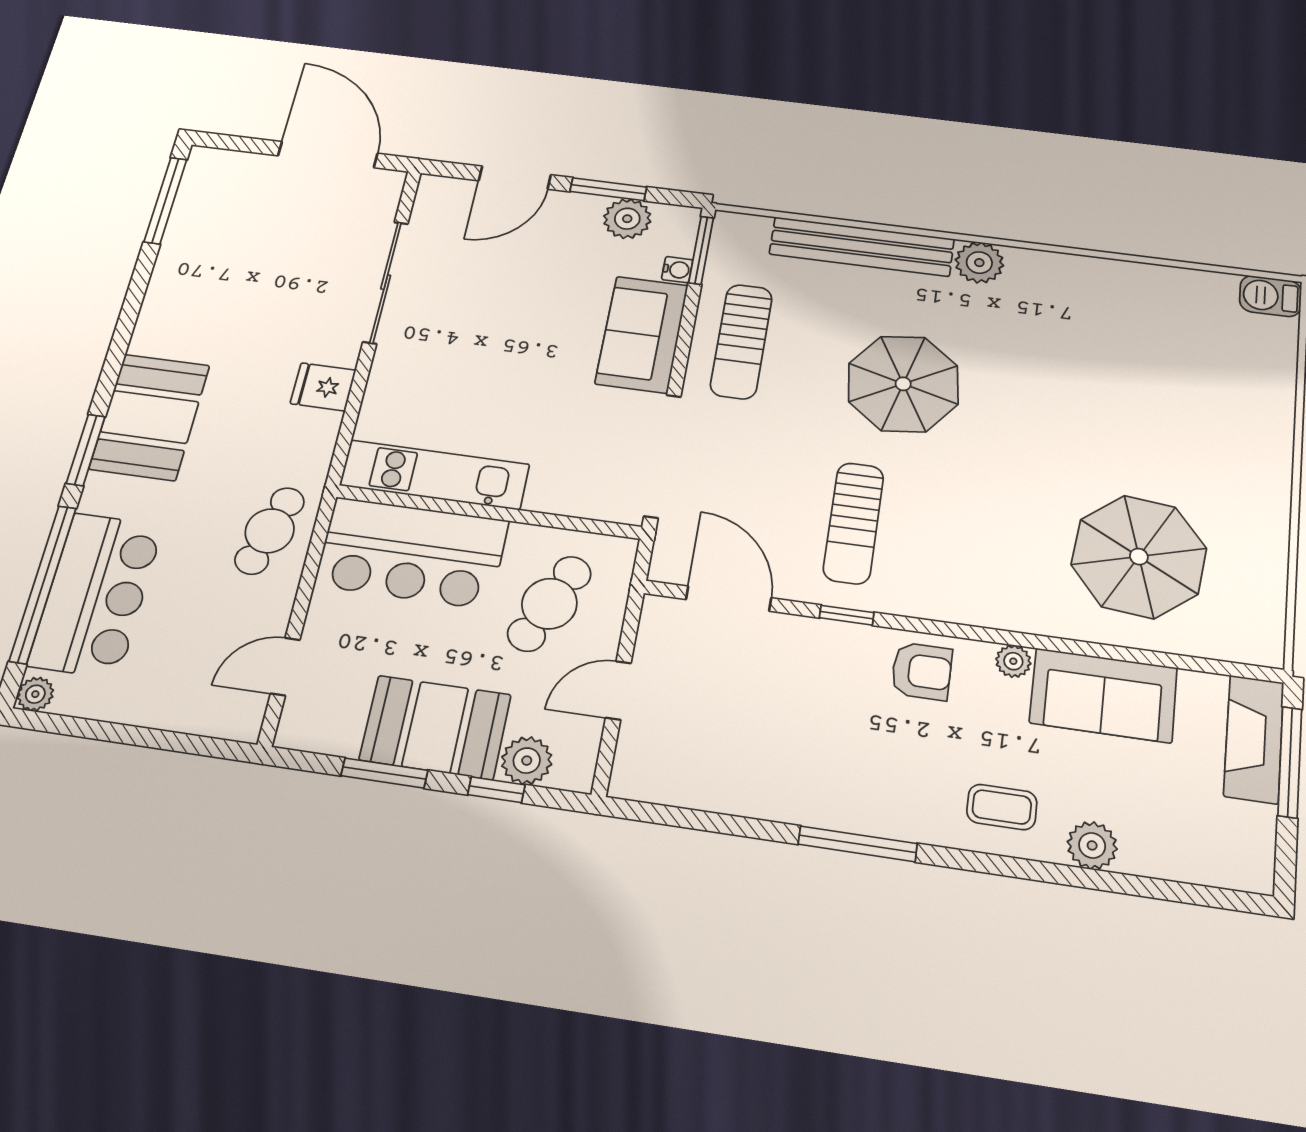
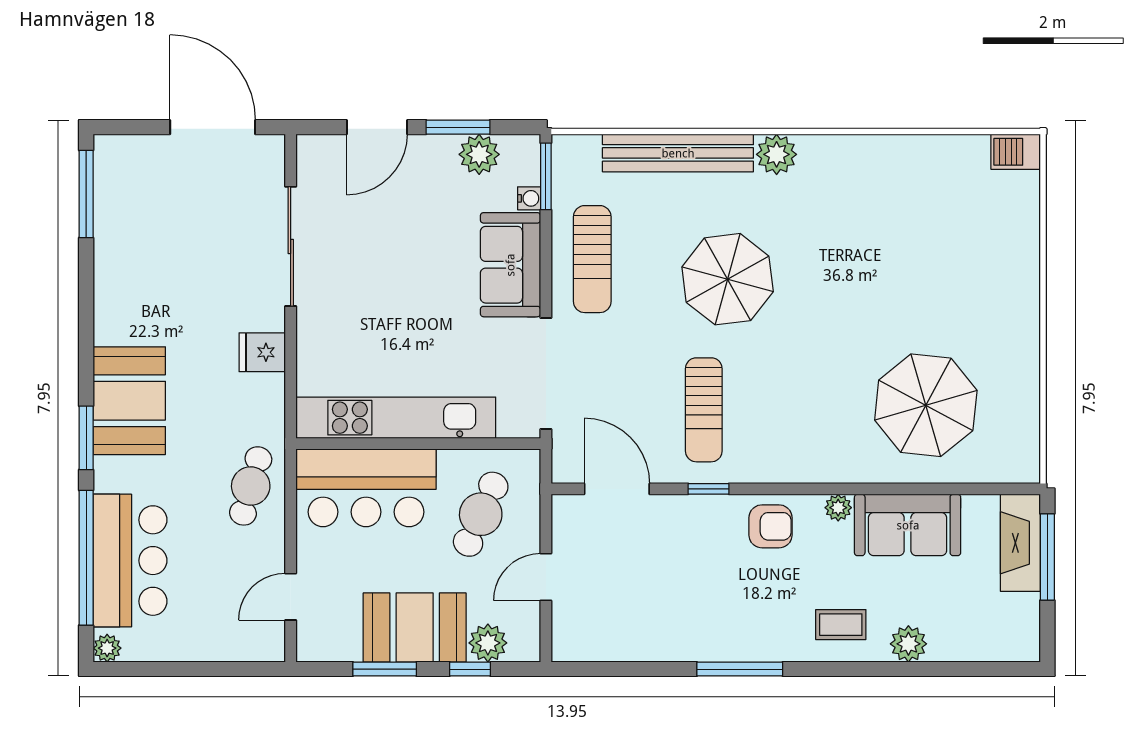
kitchen unit: (435, 475) -> (396, 418), width x1.36

